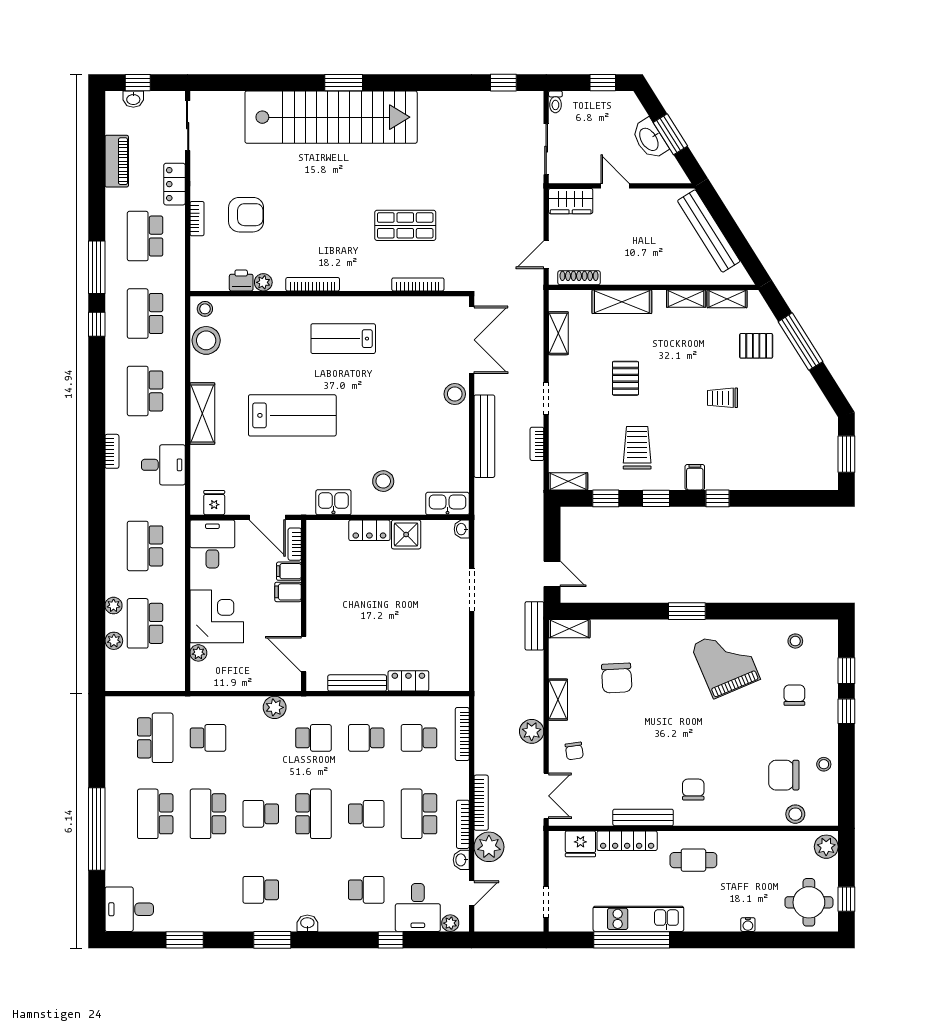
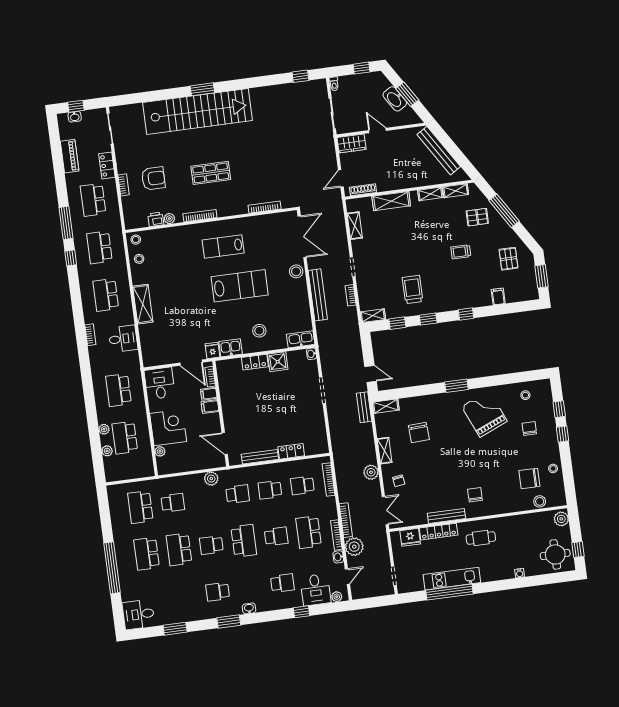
shop shelf: (405, 225) -> (211, 173), moved
stool: (206, 340) -> (139, 259), width x0.53, depth x0.53
pallet: (625, 378) -> (509, 259), moved
lab bench: (292, 415) -> (240, 286), moved
filing cabinet: (695, 477) -> (498, 296), moved
fridge: (214, 503) -> (212, 350), moved
school desk: (155, 738) -> (140, 507), turned 180

